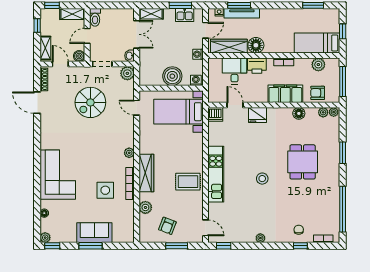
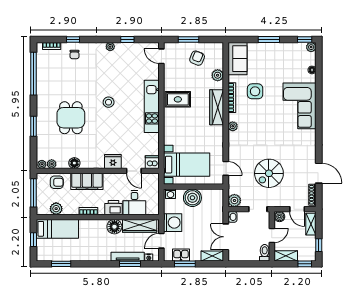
washing machine: (198, 54) -> (173, 223), width x1.89, depth x1.89
spiral stairs: (90, 102) -> (269, 173), turned 180
sofa: (94, 233) -> (237, 59), moved, turned -90
window: (224, 246) -> (127, 39), moved

